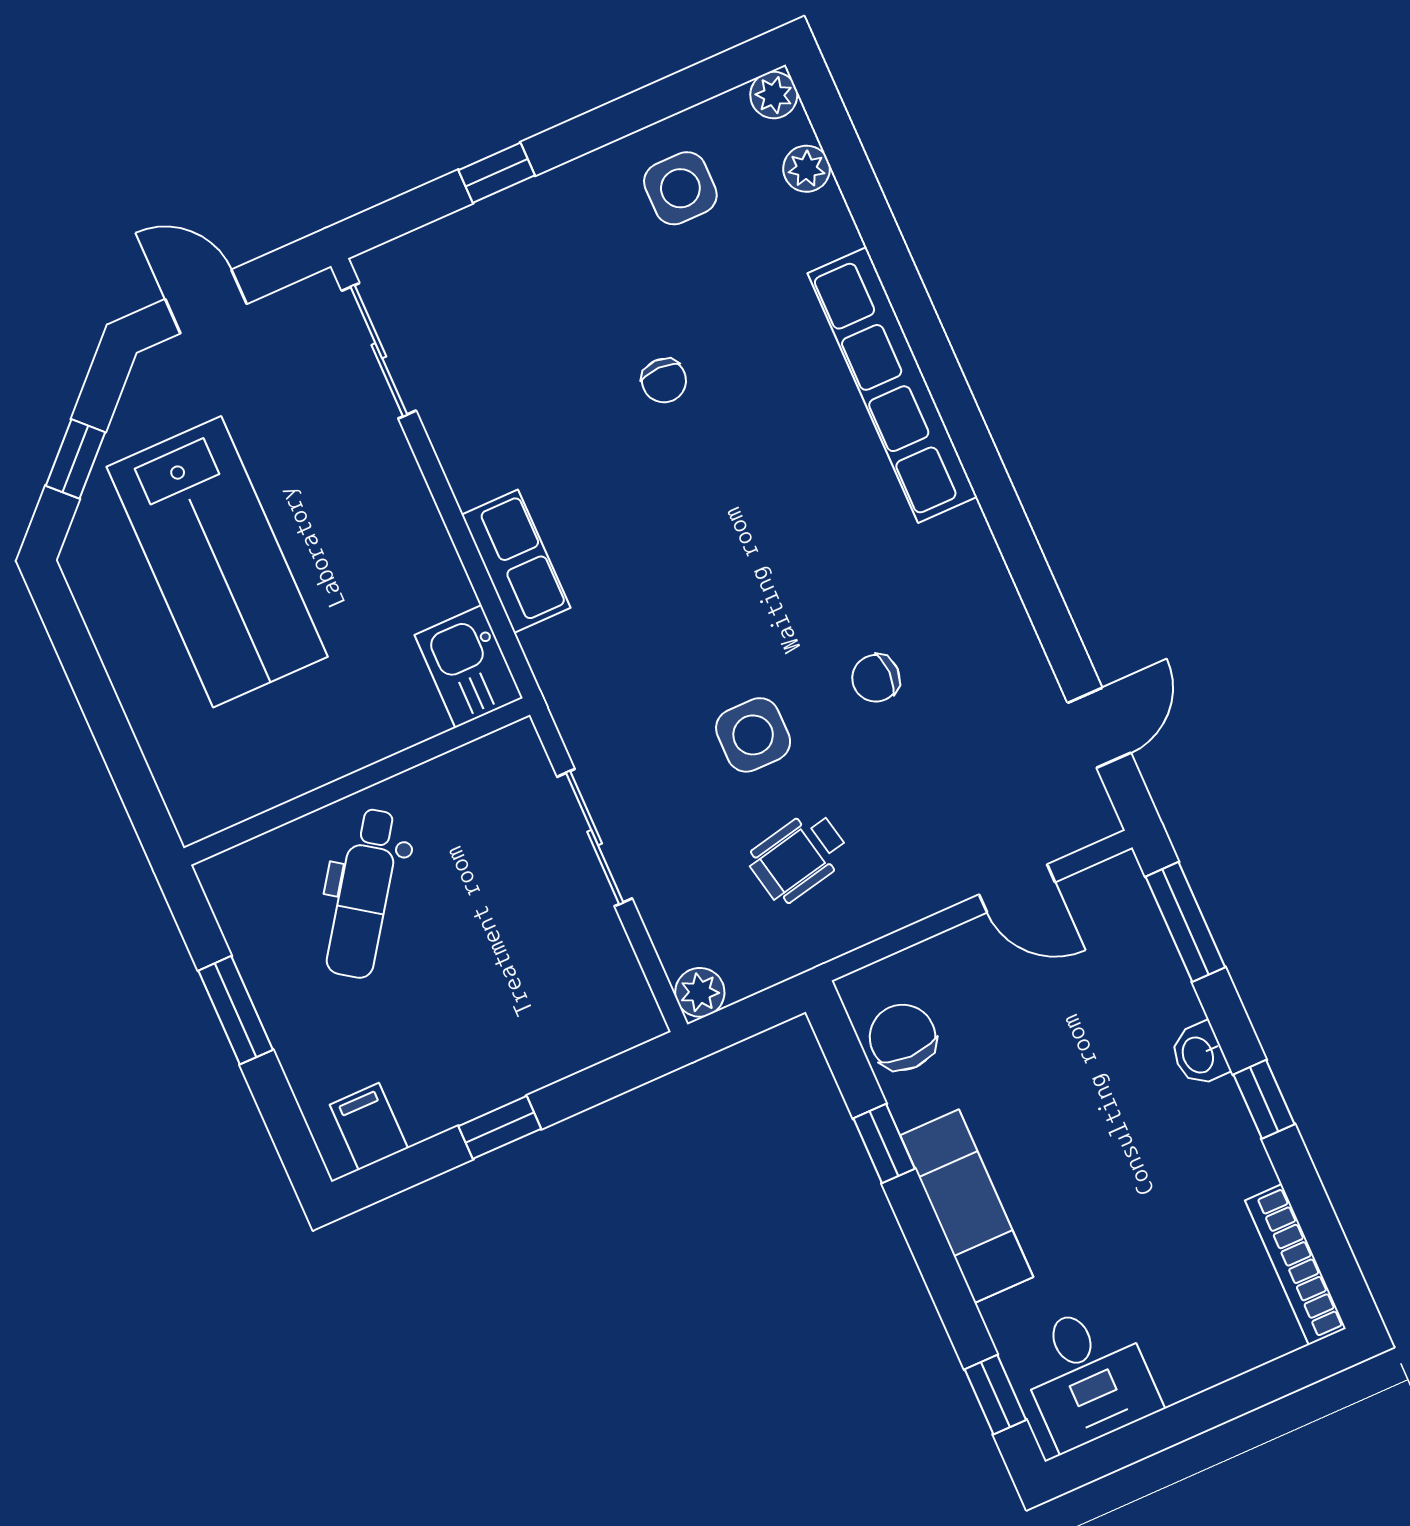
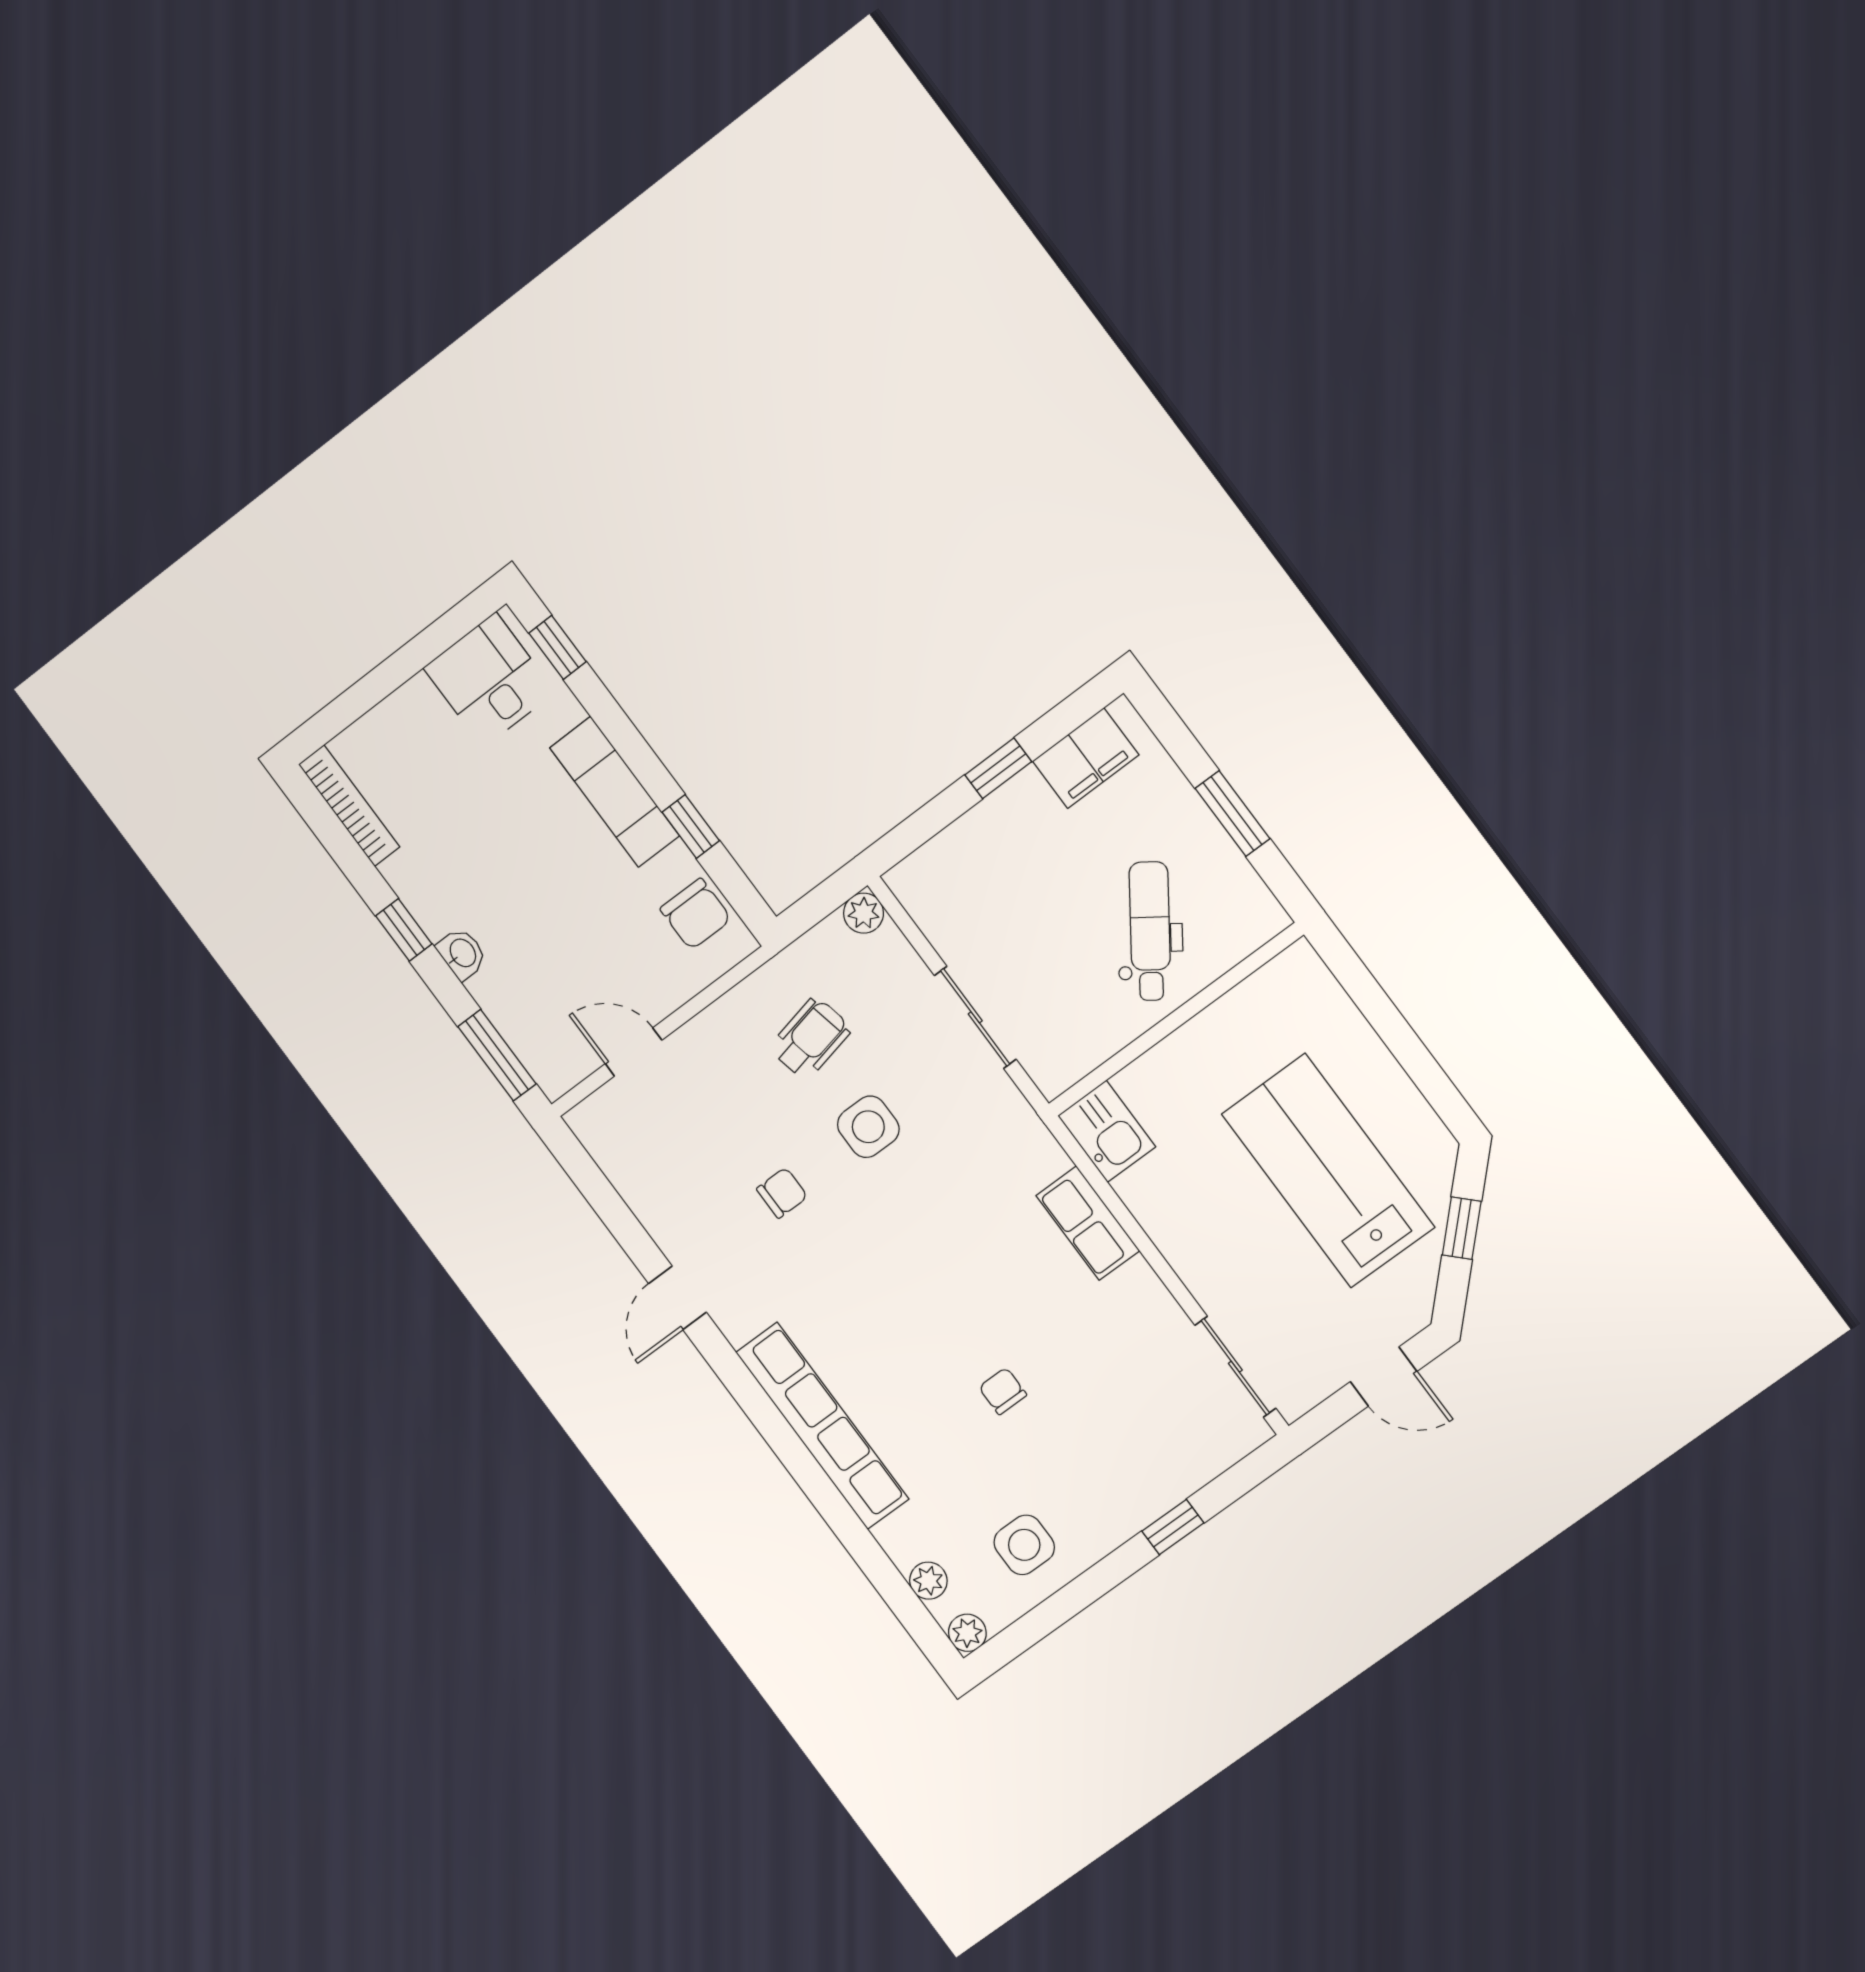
door: (1099, 728) -> (677, 1298), moved
filing cabinet: (369, 1127) -> (1086, 758), width x2.00

